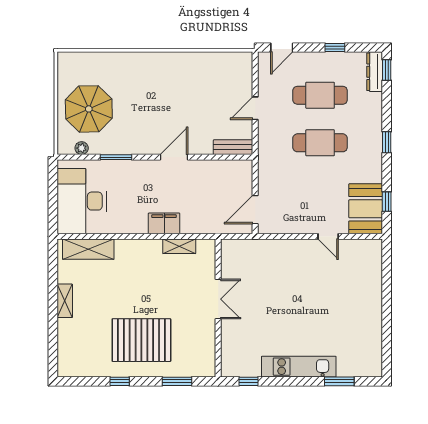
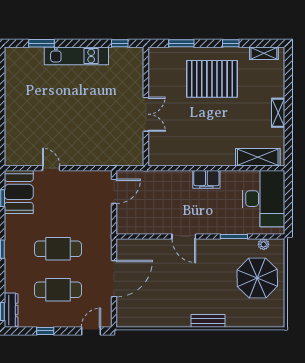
door: (255, 108) -> (114, 279), width x1.87
bench: (233, 147) -> (208, 321), moved
door: (174, 157) -> (184, 236), hinge flipped
filing cabinet: (164, 223) -> (206, 179), moved
shelving: (179, 246) -> (264, 53), moved
double door: (218, 299) -> (146, 114), swing flipped

